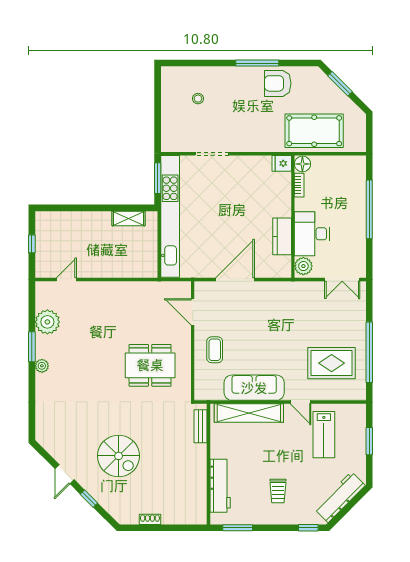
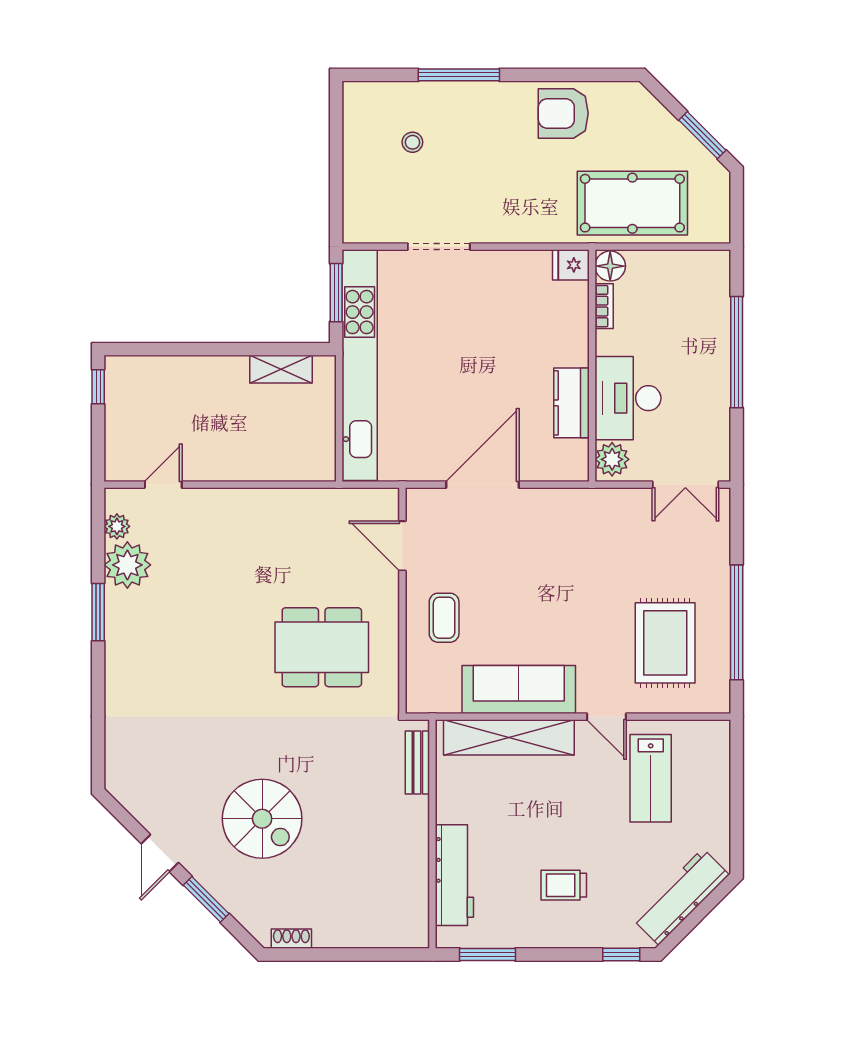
window: (257, 63) -> (459, 75), moved
window: (340, 84) -> (702, 135), moved
window: (32, 244) -> (98, 387), moved
rug: (332, 363) -> (665, 643), turned 90
plant: (42, 366) -> (117, 526), moved
window: (369, 441) -> (737, 791), removed
trolley: (278, 491) -> (564, 885), turned 90
window: (89, 499) -> (206, 899), width x1.50
shoe rack: (150, 519) -> (291, 939), moved

